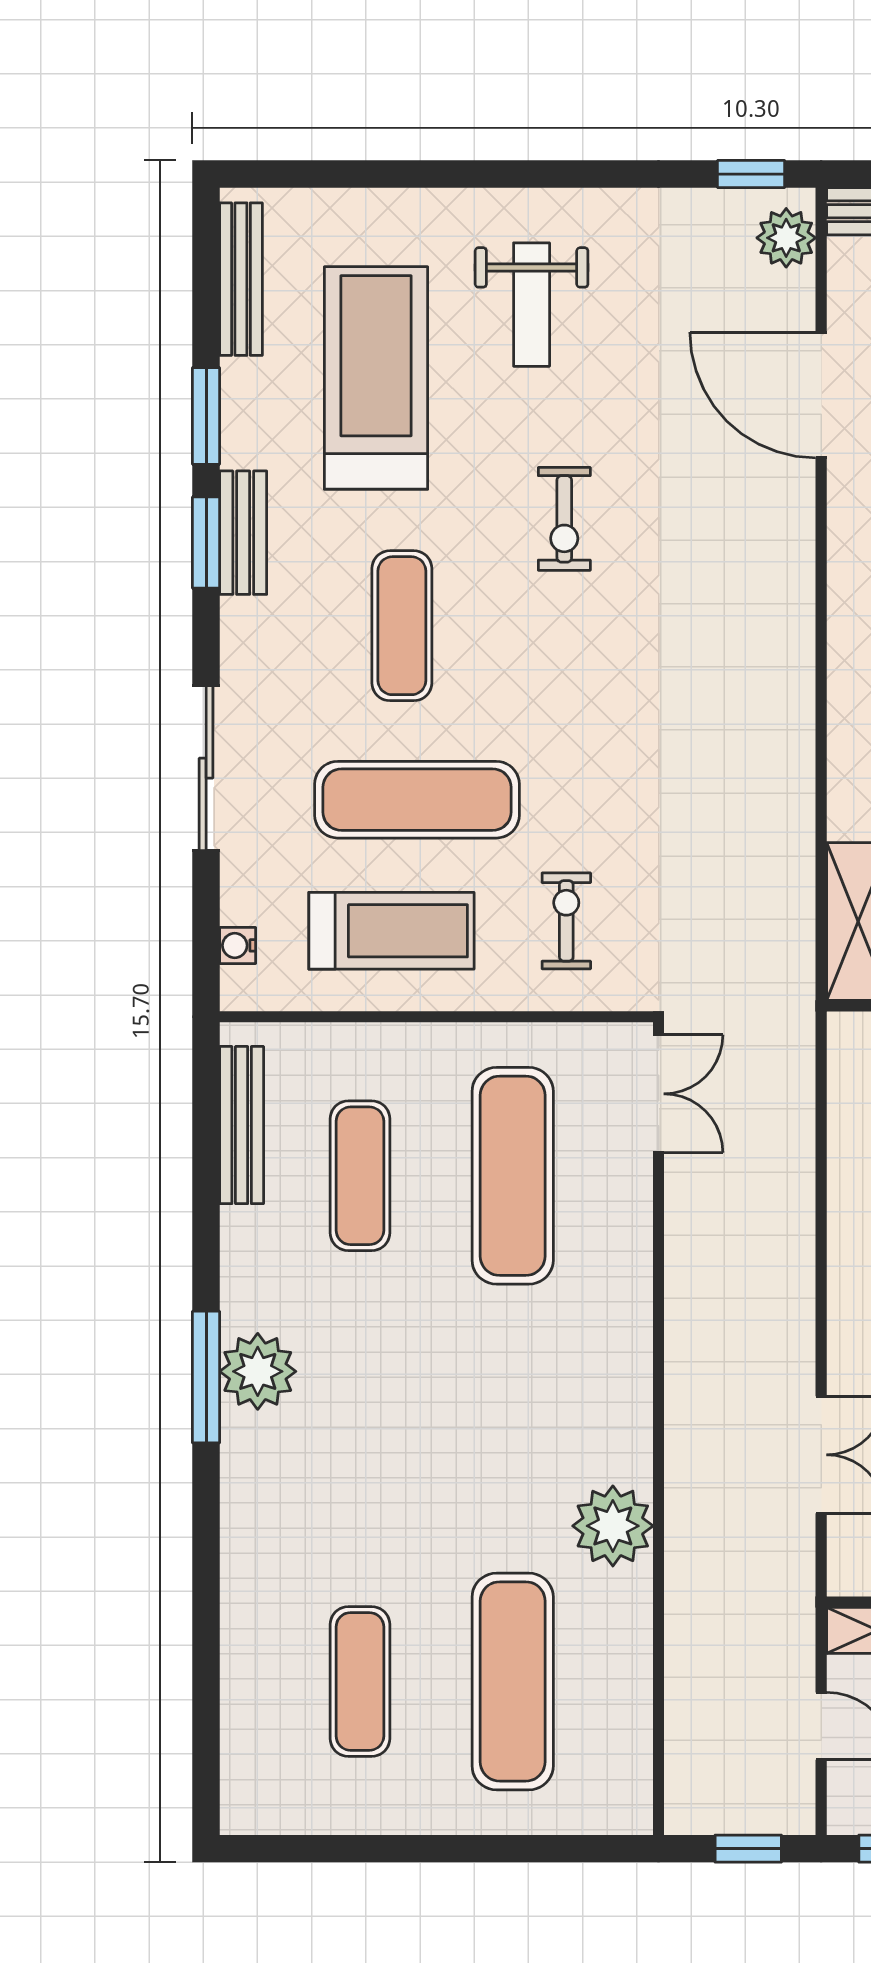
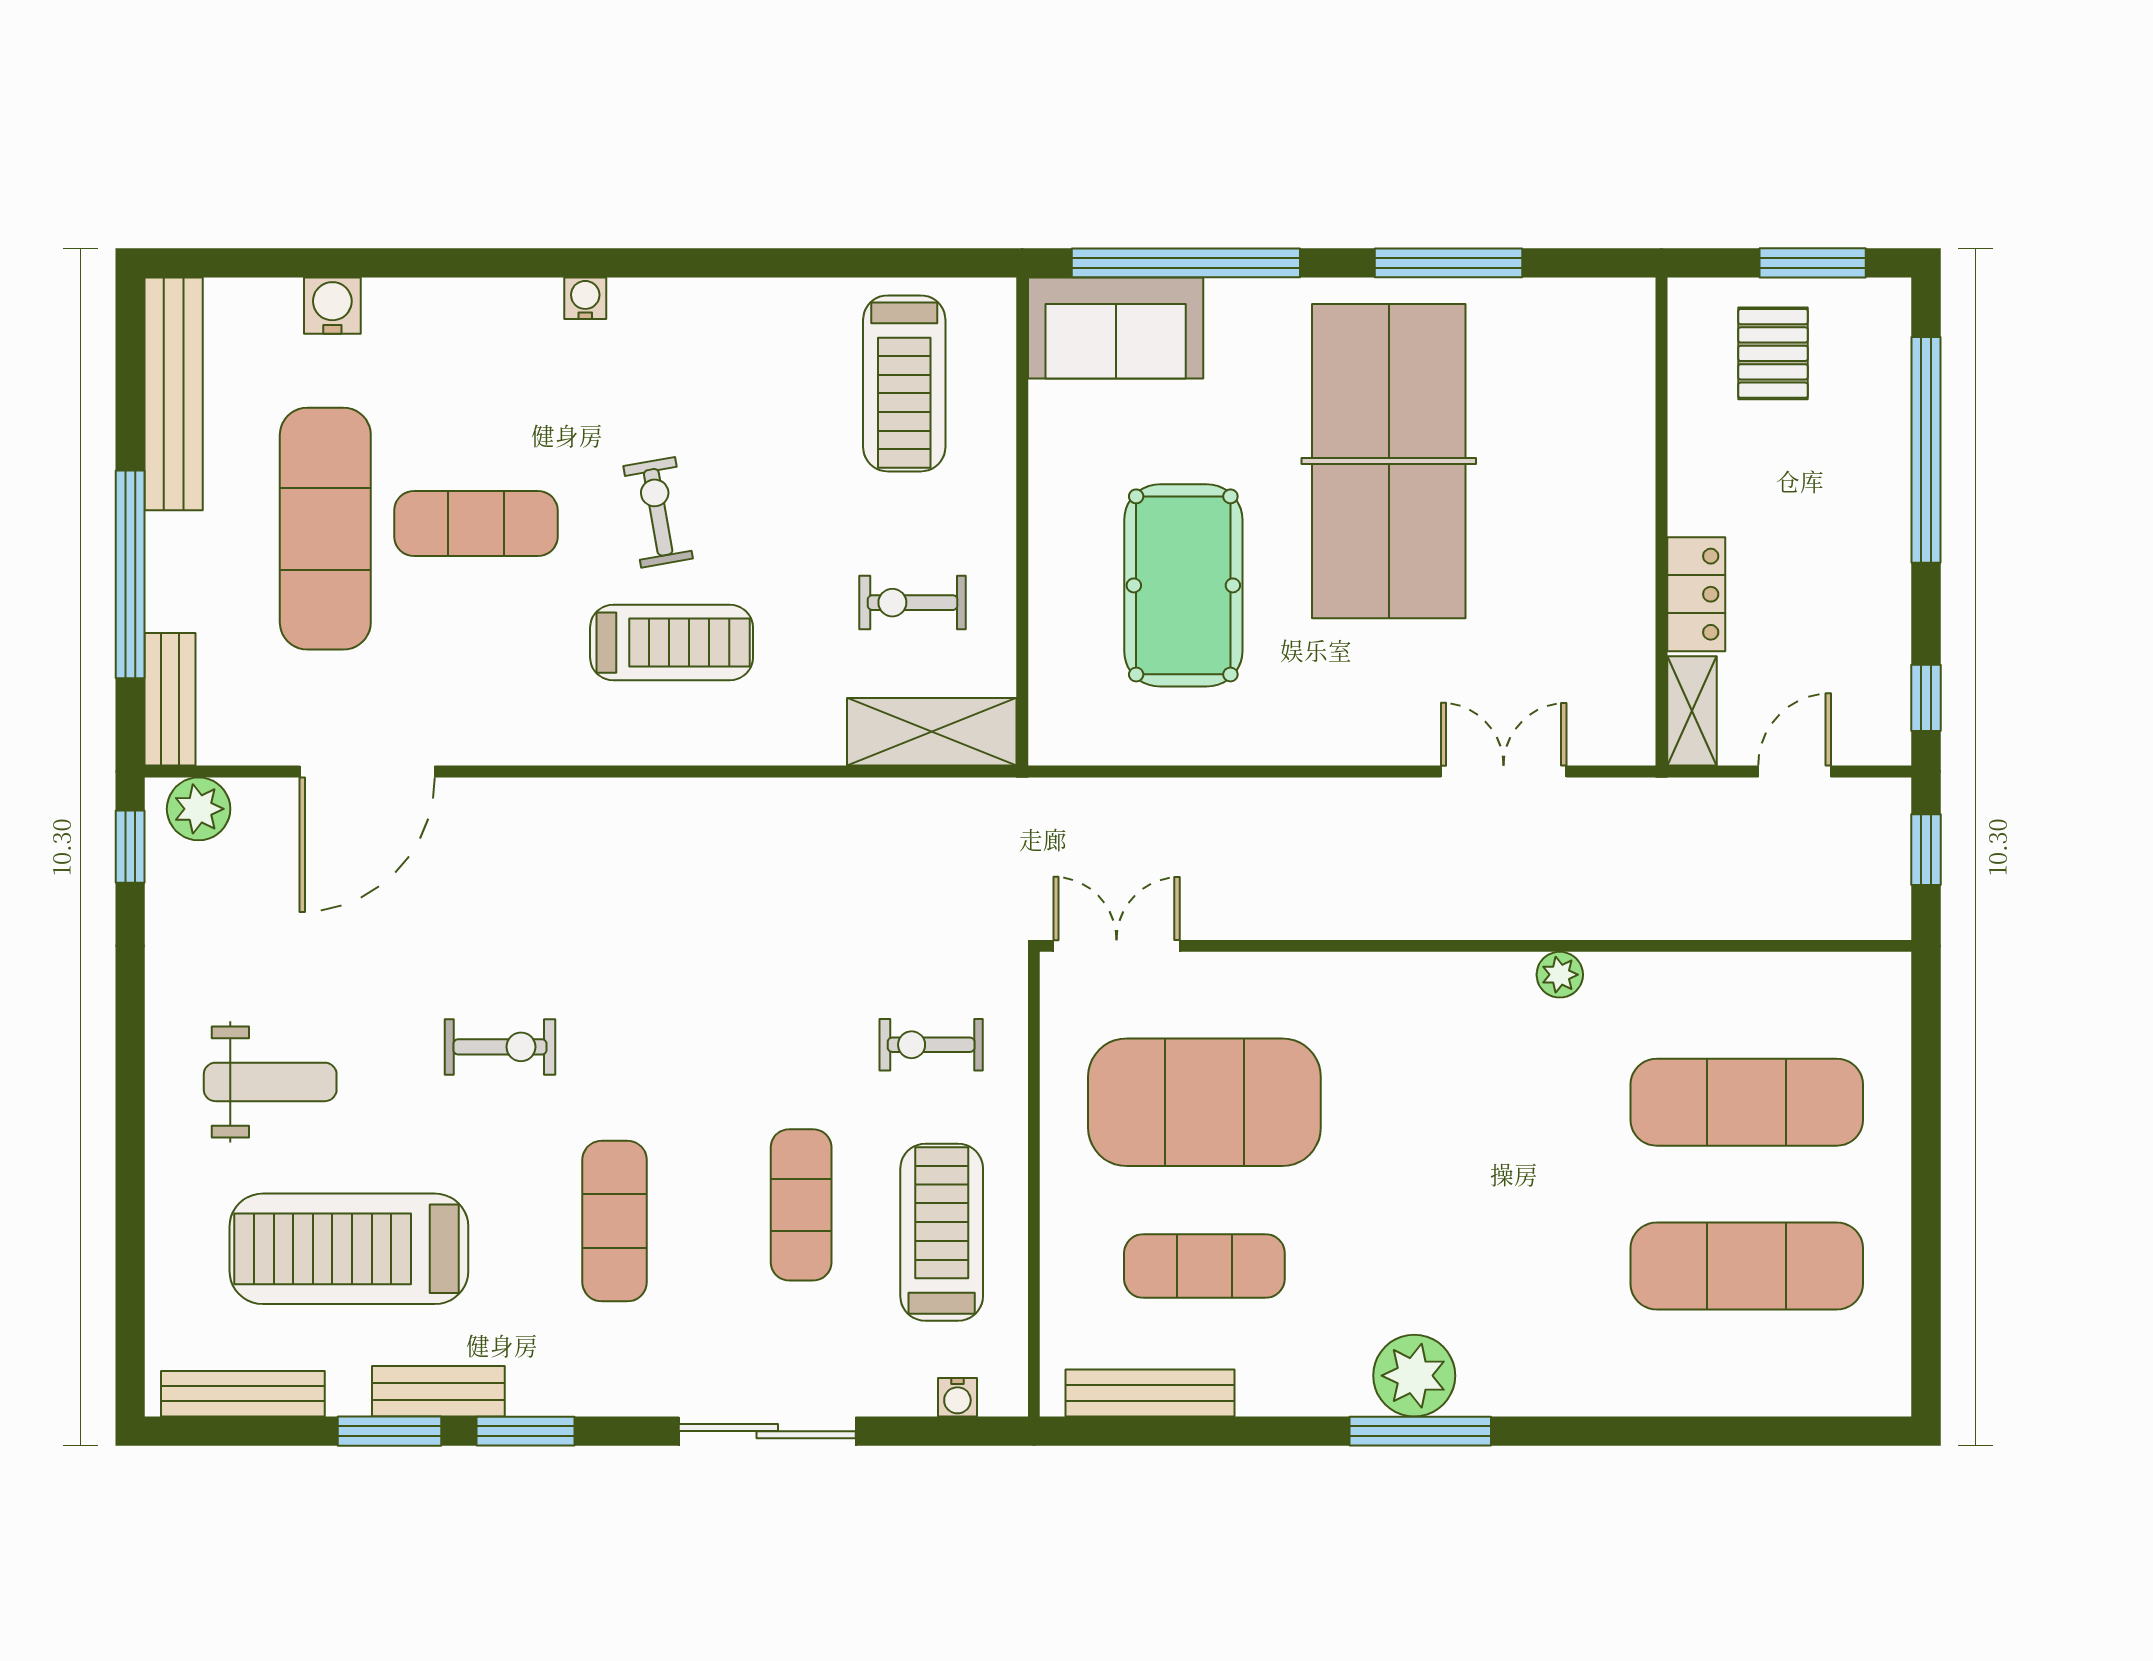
bench: (243, 533) -> (438, 1391), moved
exercise mat: (402, 626) -> (615, 1221), turned 90
exercise mat: (417, 800) -> (801, 1205), width x0.73, depth x0.69
exercise mat: (513, 1176) -> (1204, 1102), width x1.47
plant: (613, 1526) -> (1560, 975), width x0.53, depth x0.53
exercise mat: (360, 1681) -> (1747, 1266), width x1.36, depth x1.45

